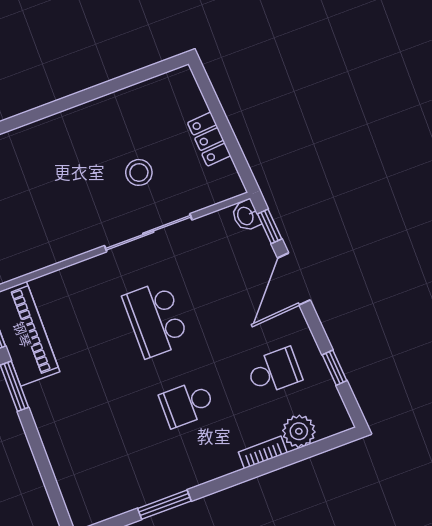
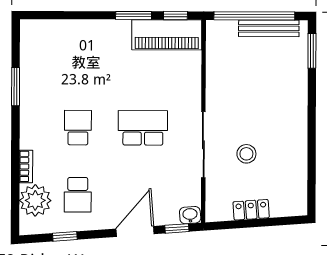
door: (294, 279) -> (135, 231), hinge flipped
plant: (299, 431) -> (35, 200), width x1.36, depth x1.36

